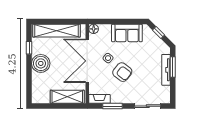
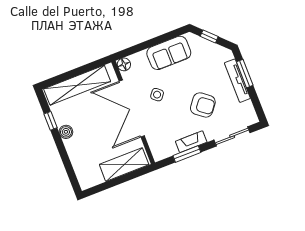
boiler: (41, 63) -> (66, 132), width x0.54, depth x0.54
armchair: (122, 72) -> (203, 105), moved
fireplace: (99, 99) -> (191, 142), moved

